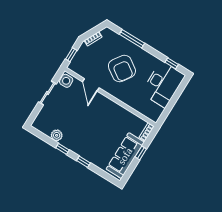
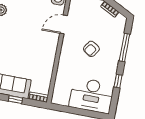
window: (172, 63) -> (118, 81), moved
armchair: (122, 69) -> (91, 49), width x0.53, depth x0.53

